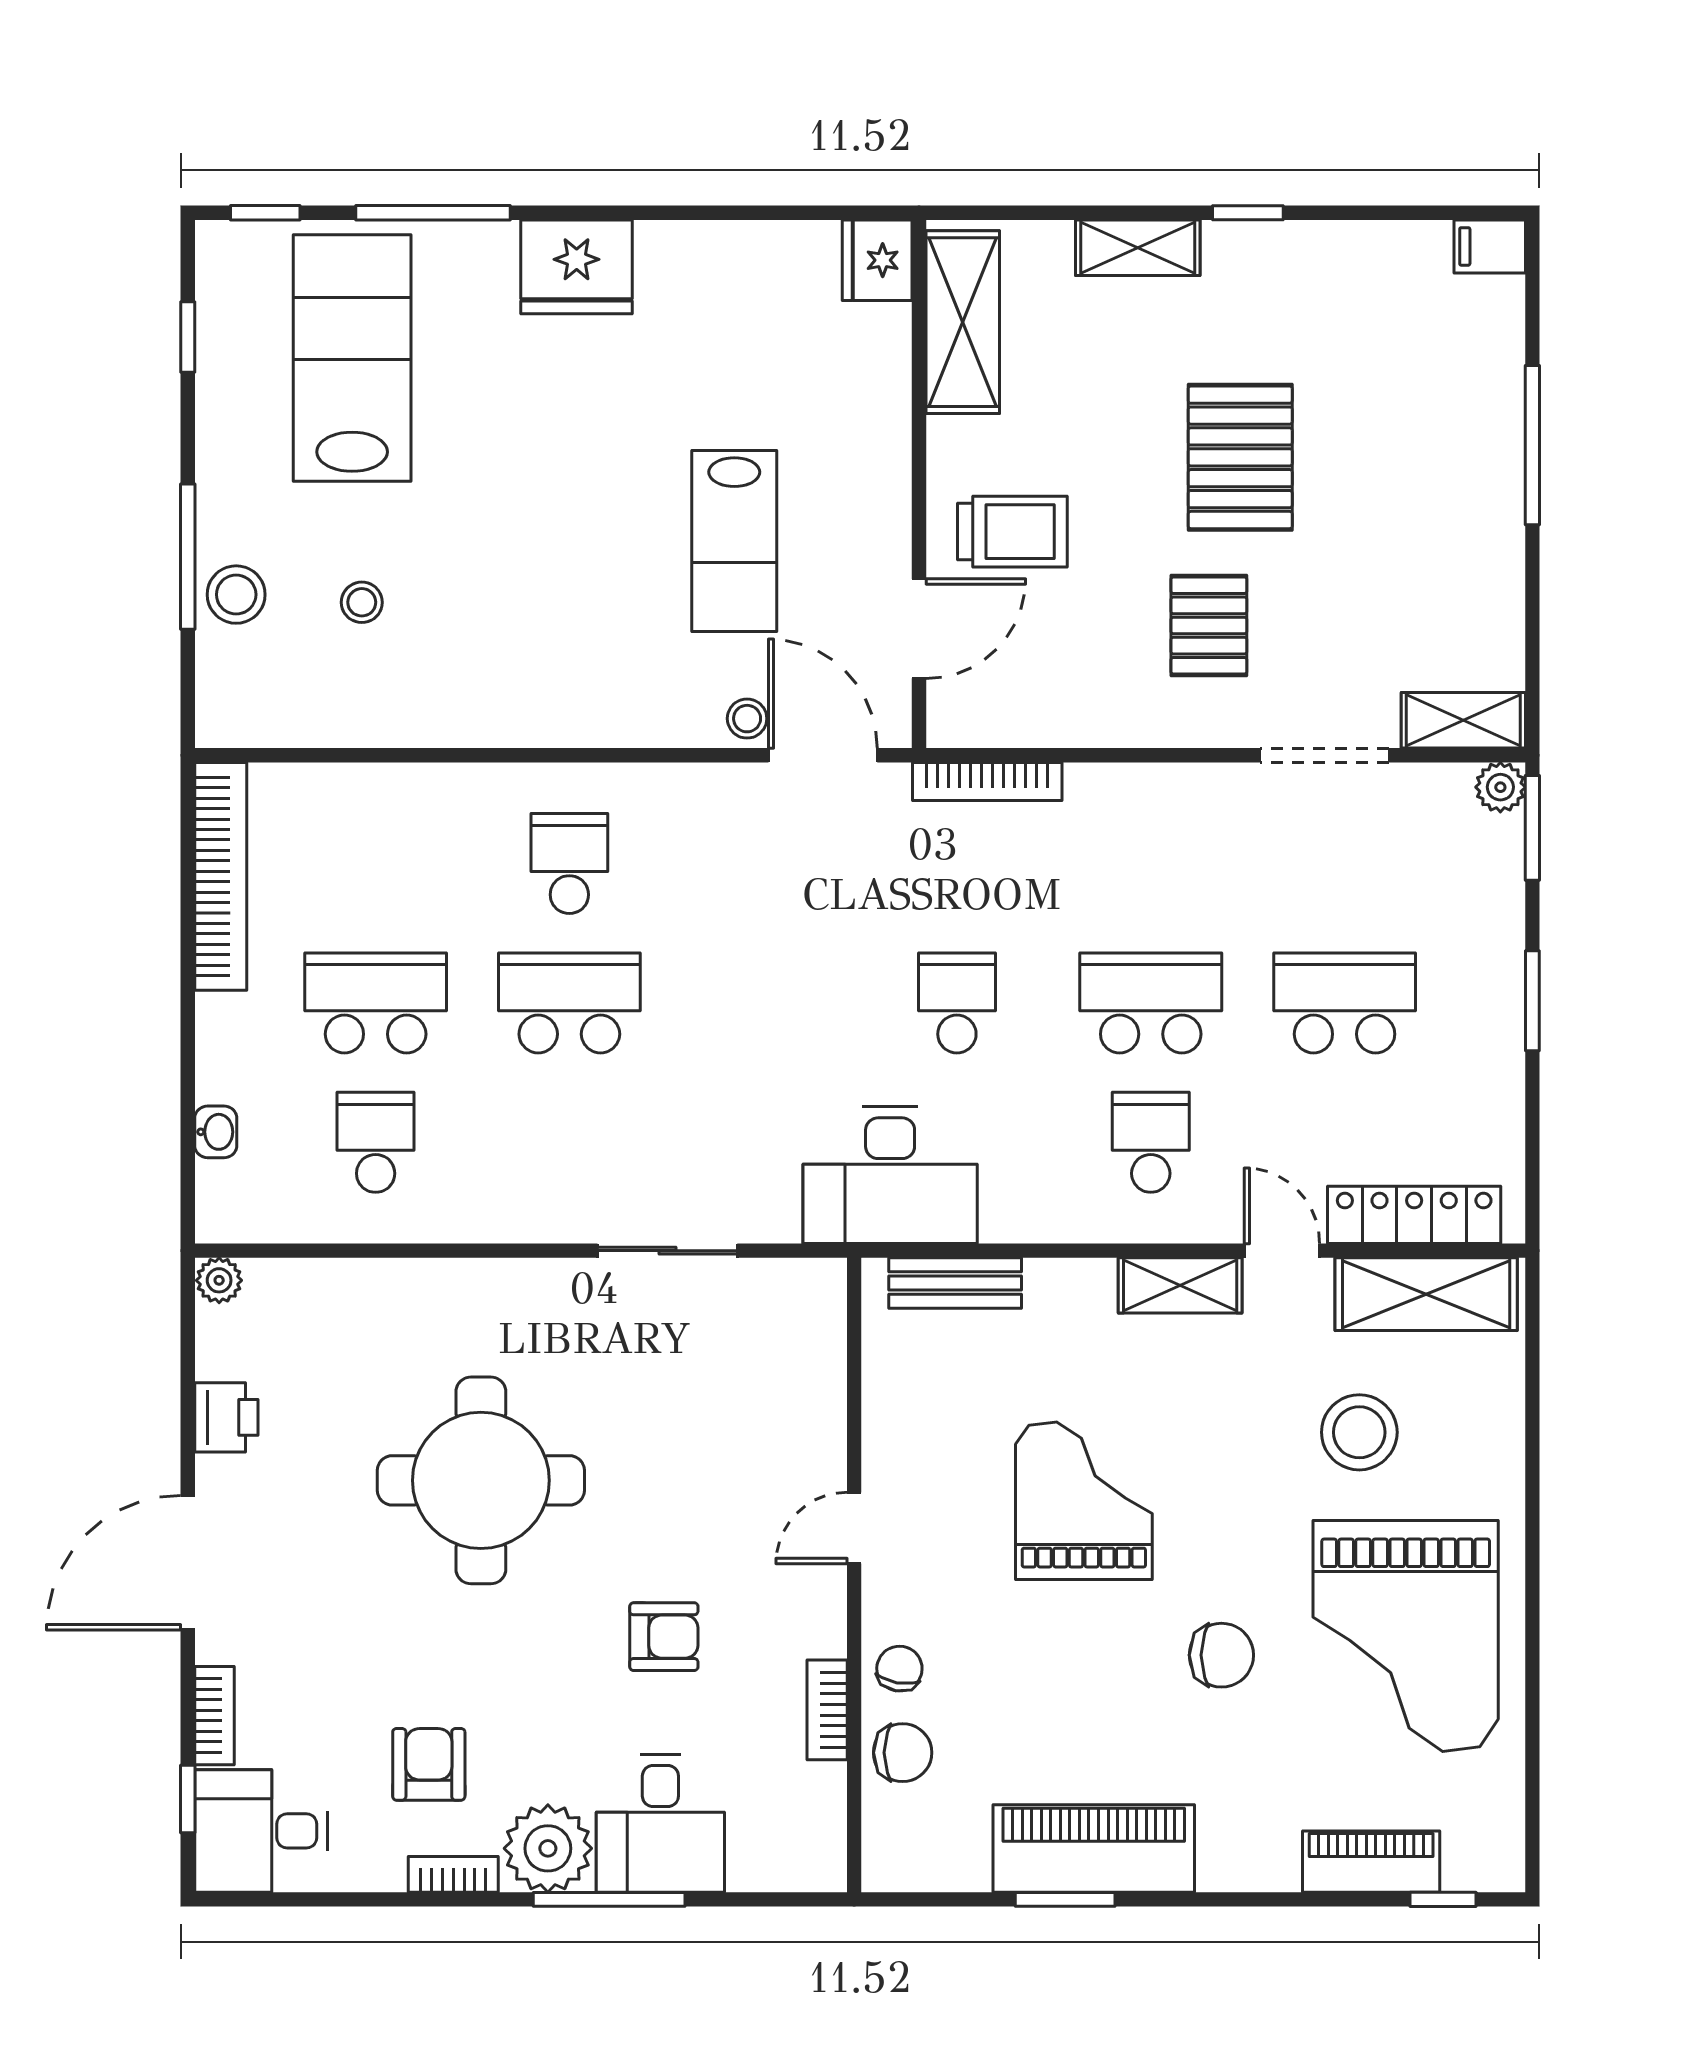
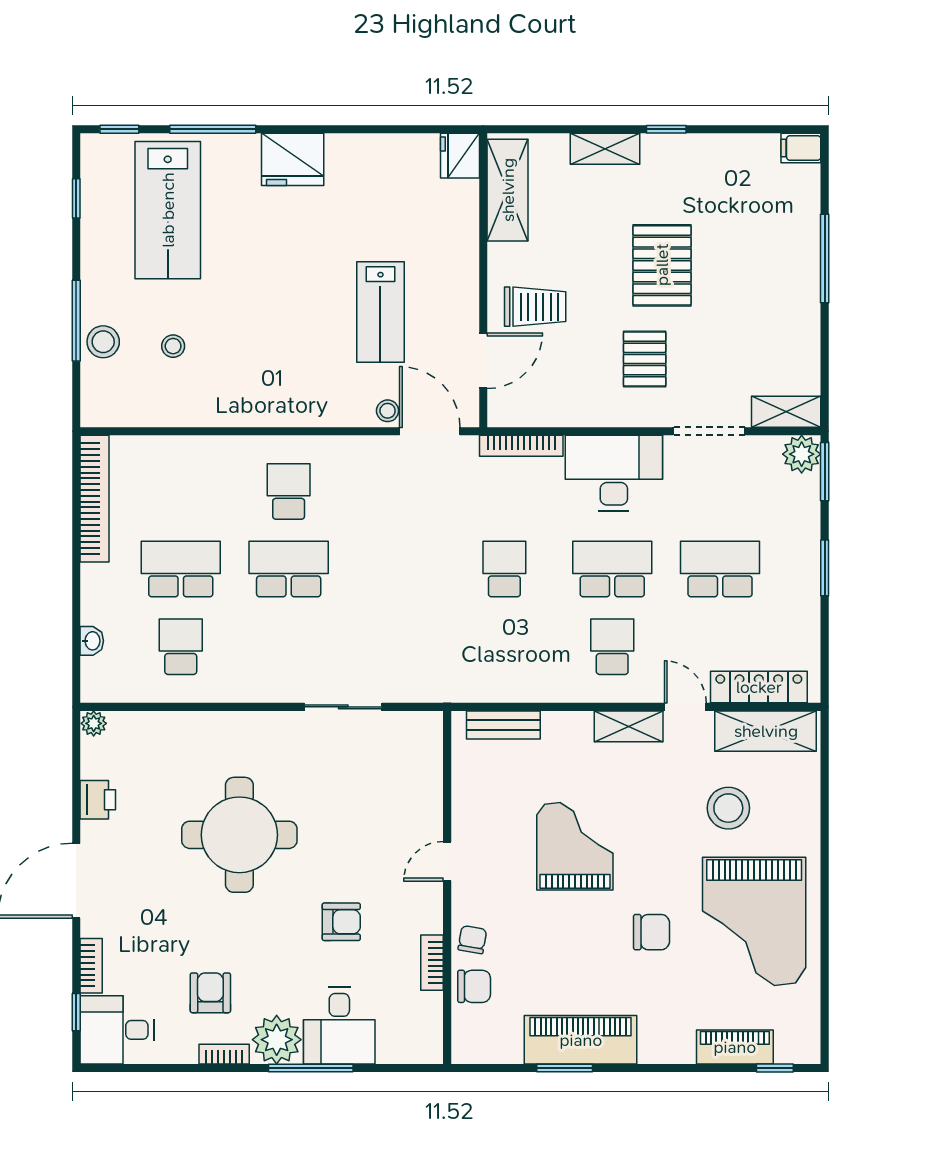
lab bench: (352, 358) -> (168, 210), turned 180
plant: (1500, 787) -> (802, 454), width x1.38, depth x1.38
desk: (890, 1175) -> (614, 473), moved, turned 180

